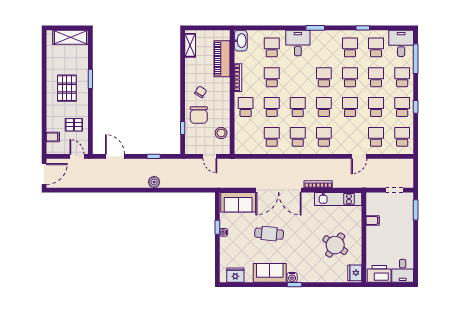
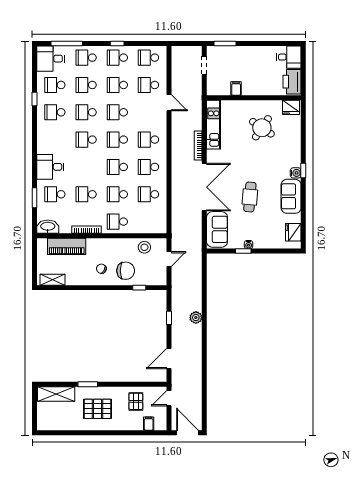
window: (315, 28) -> (34, 198), moved
shelving: (70, 37) -> (56, 394), moved, turned 90

